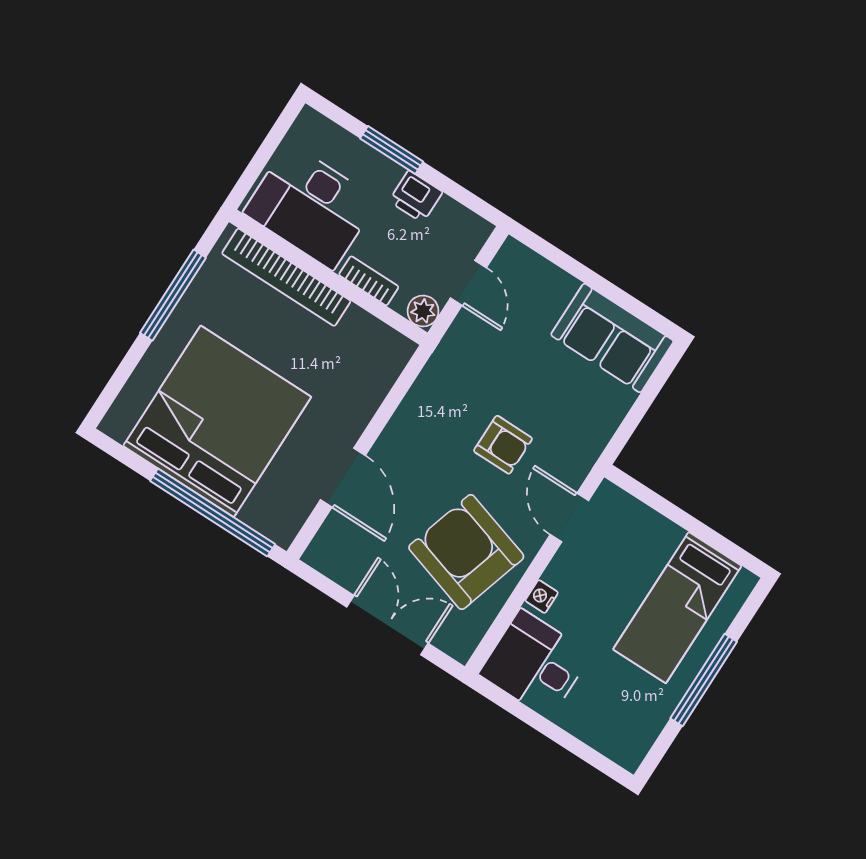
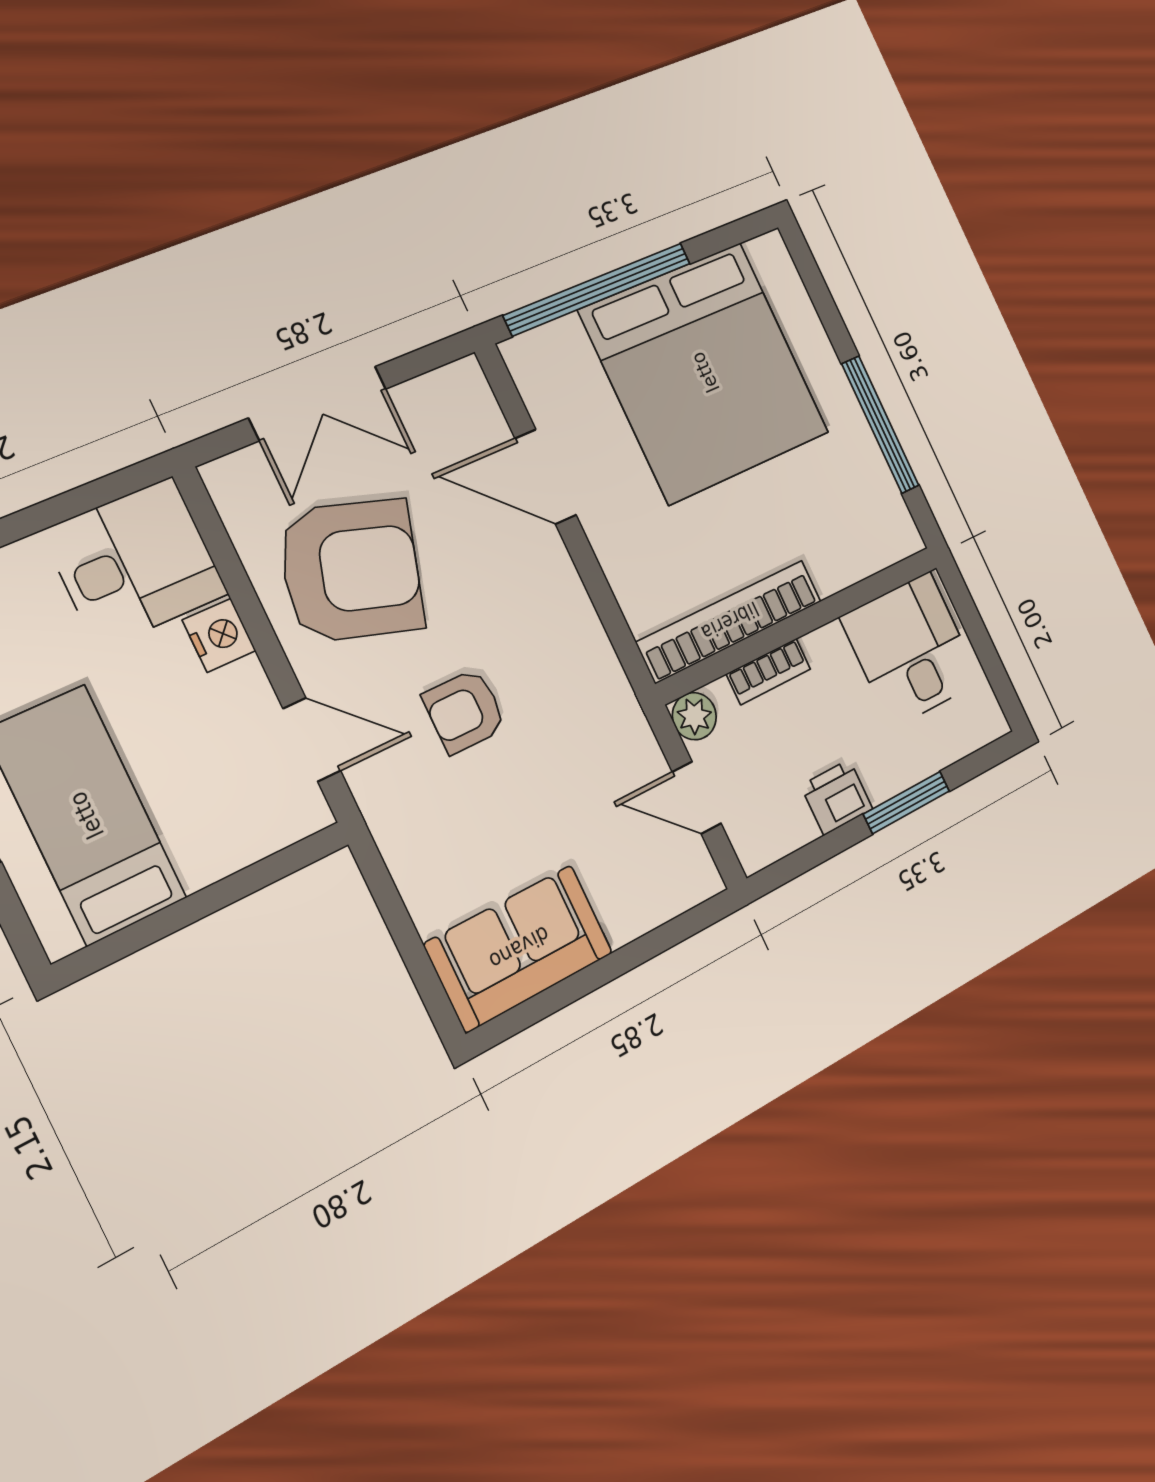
desk: (311, 206) -> (911, 650), width x0.73
bookcase: (286, 277) -> (730, 621), moved
nightstand: (542, 597) -> (219, 635), width x1.39, depth x1.35

